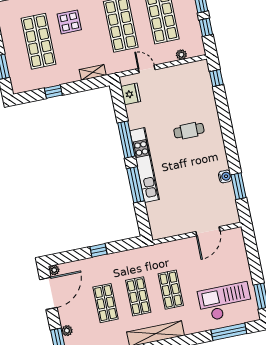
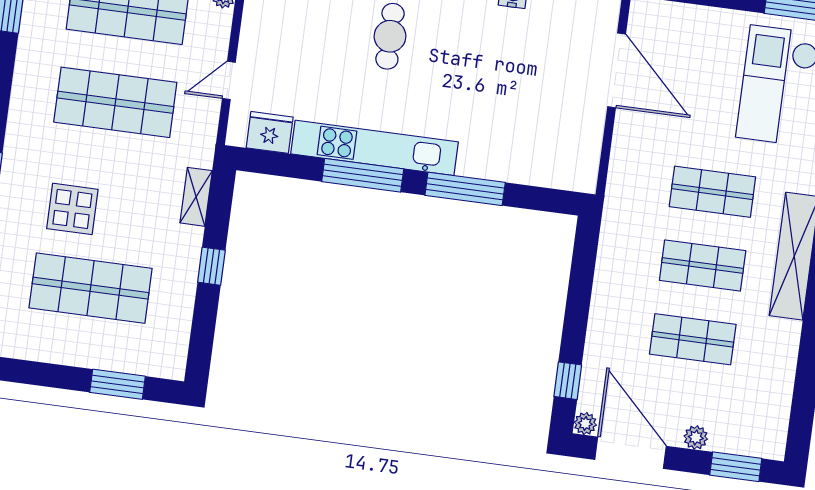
window: (53, 92) -> (211, 266), moved
kitchen unit: (145, 165) -> (375, 148), moved
door: (208, 231) -> (617, 70), width x1.36
window: (98, 250) -> (568, 381), moved
plant: (67, 331) -> (696, 437), moved

